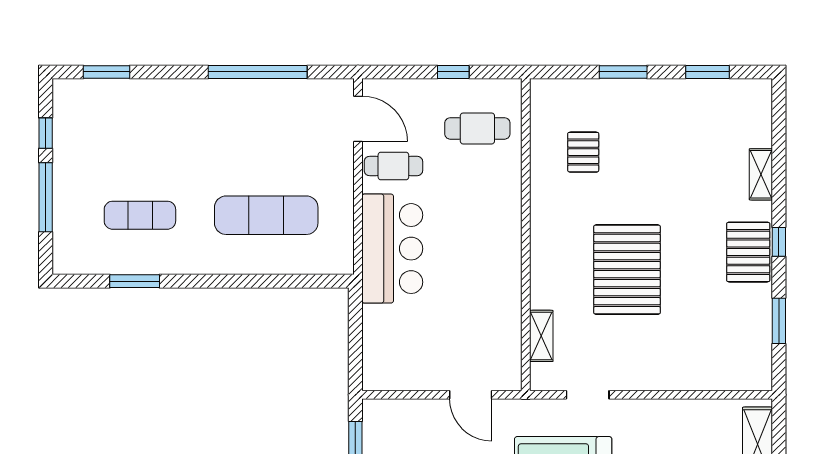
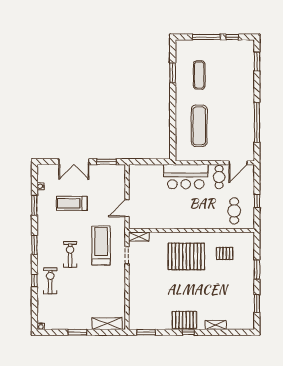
pallet: (627, 270) -> (186, 256), moved
window: (779, 321) -> (146, 332), moved
shelving: (541, 336) -> (139, 237), moved

